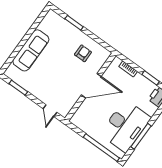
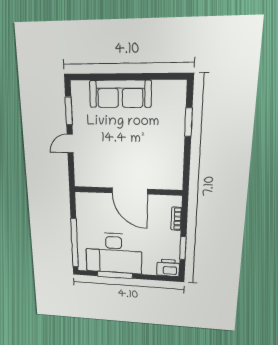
armchair: (83, 53) -> (159, 158), removed
door: (50, 111) -> (70, 144), moved

